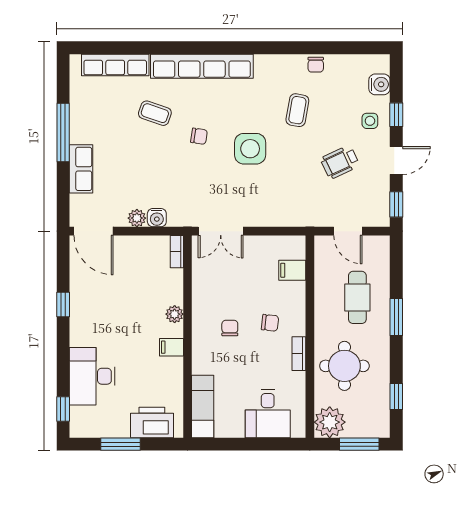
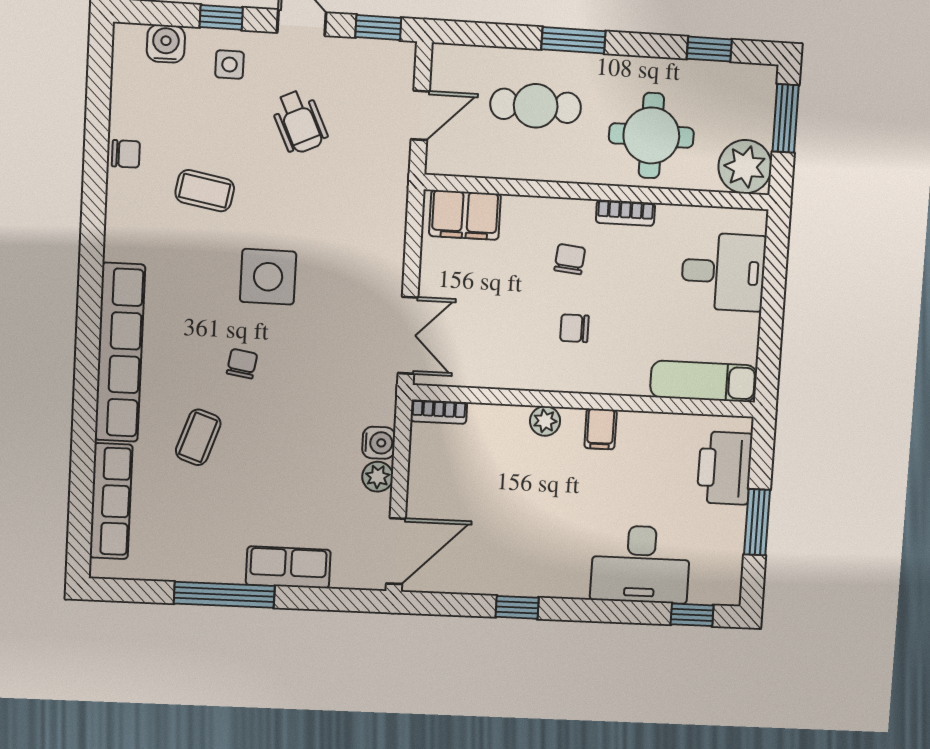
filing cabinet: (292, 270) -> (465, 215), width x2.00

